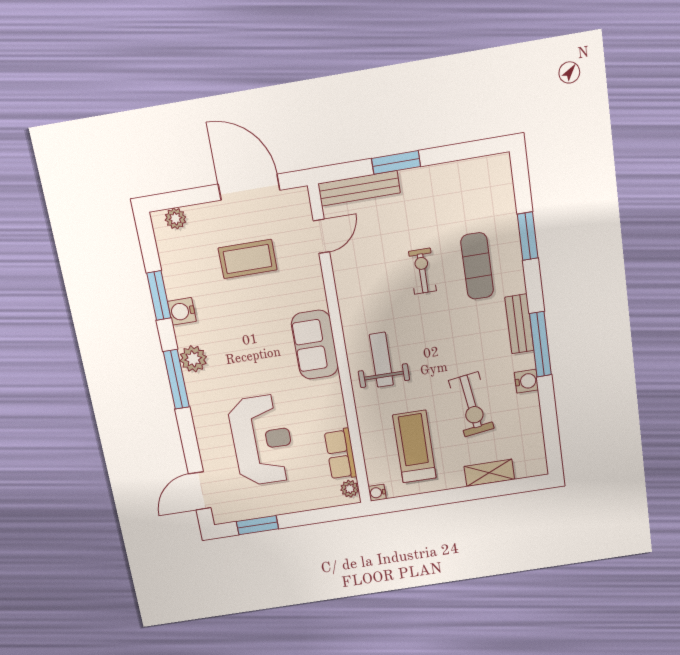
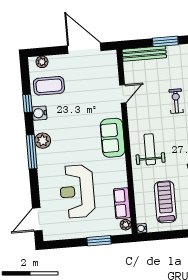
door: (321, 236) -> (123, 94), moved
coffee table: (248, 259) -> (49, 86), moved
window: (159, 296) -> (28, 103), width x0.67
reception desk: (262, 440) -> (77, 191), turned 180
window: (257, 525) -> (99, 241), moved

